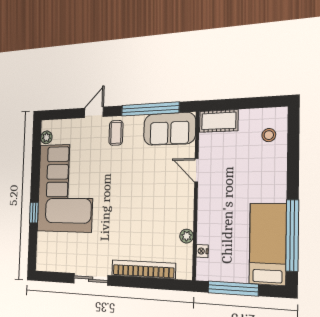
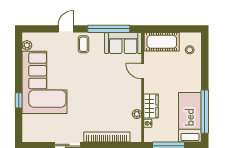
cot: (219, 121) -> (162, 42), width x1.37, depth x1.34
wardrobe: (207, 224) -> (151, 106), added

